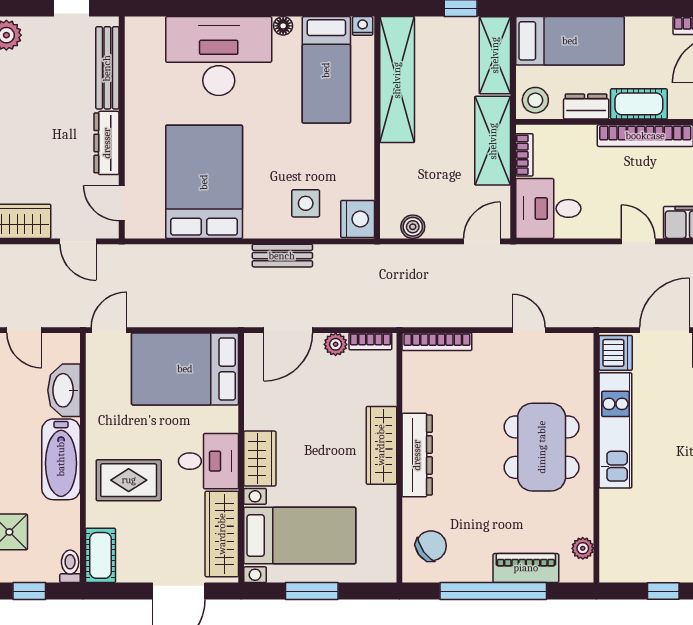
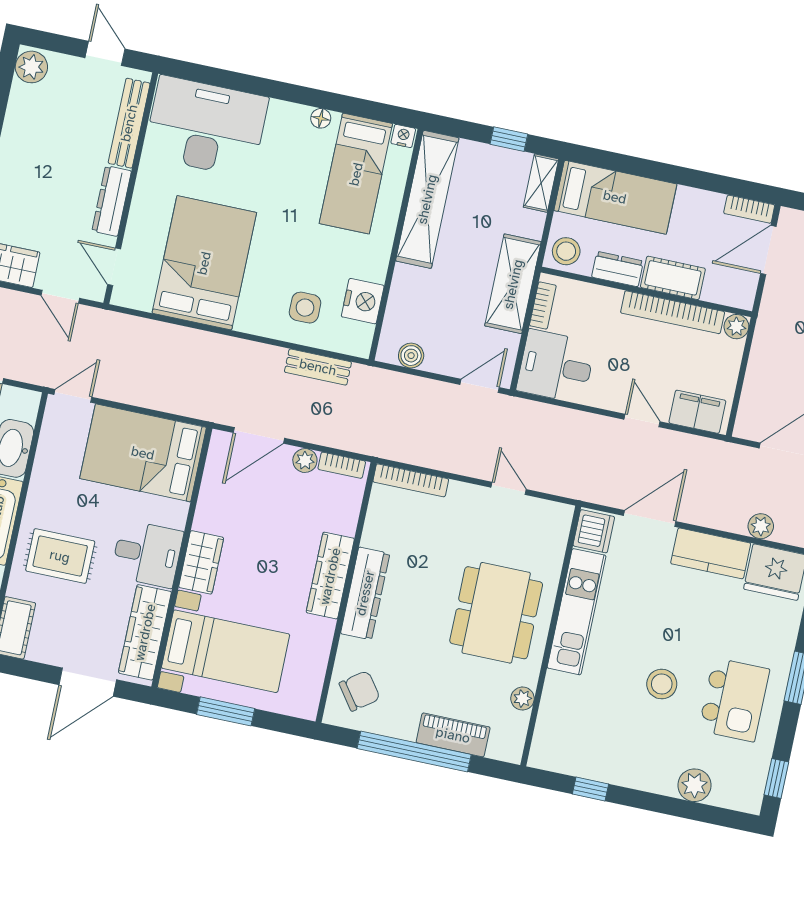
shelving: (495, 55) -> (541, 183), width x0.67, depth x0.75
desk: (219, 56) -> (206, 127), moved
nightstand: (358, 219) -> (363, 301), moved
bench: (282, 256) -> (318, 367), moved
plant: (583, 548) -> (523, 699), moved

